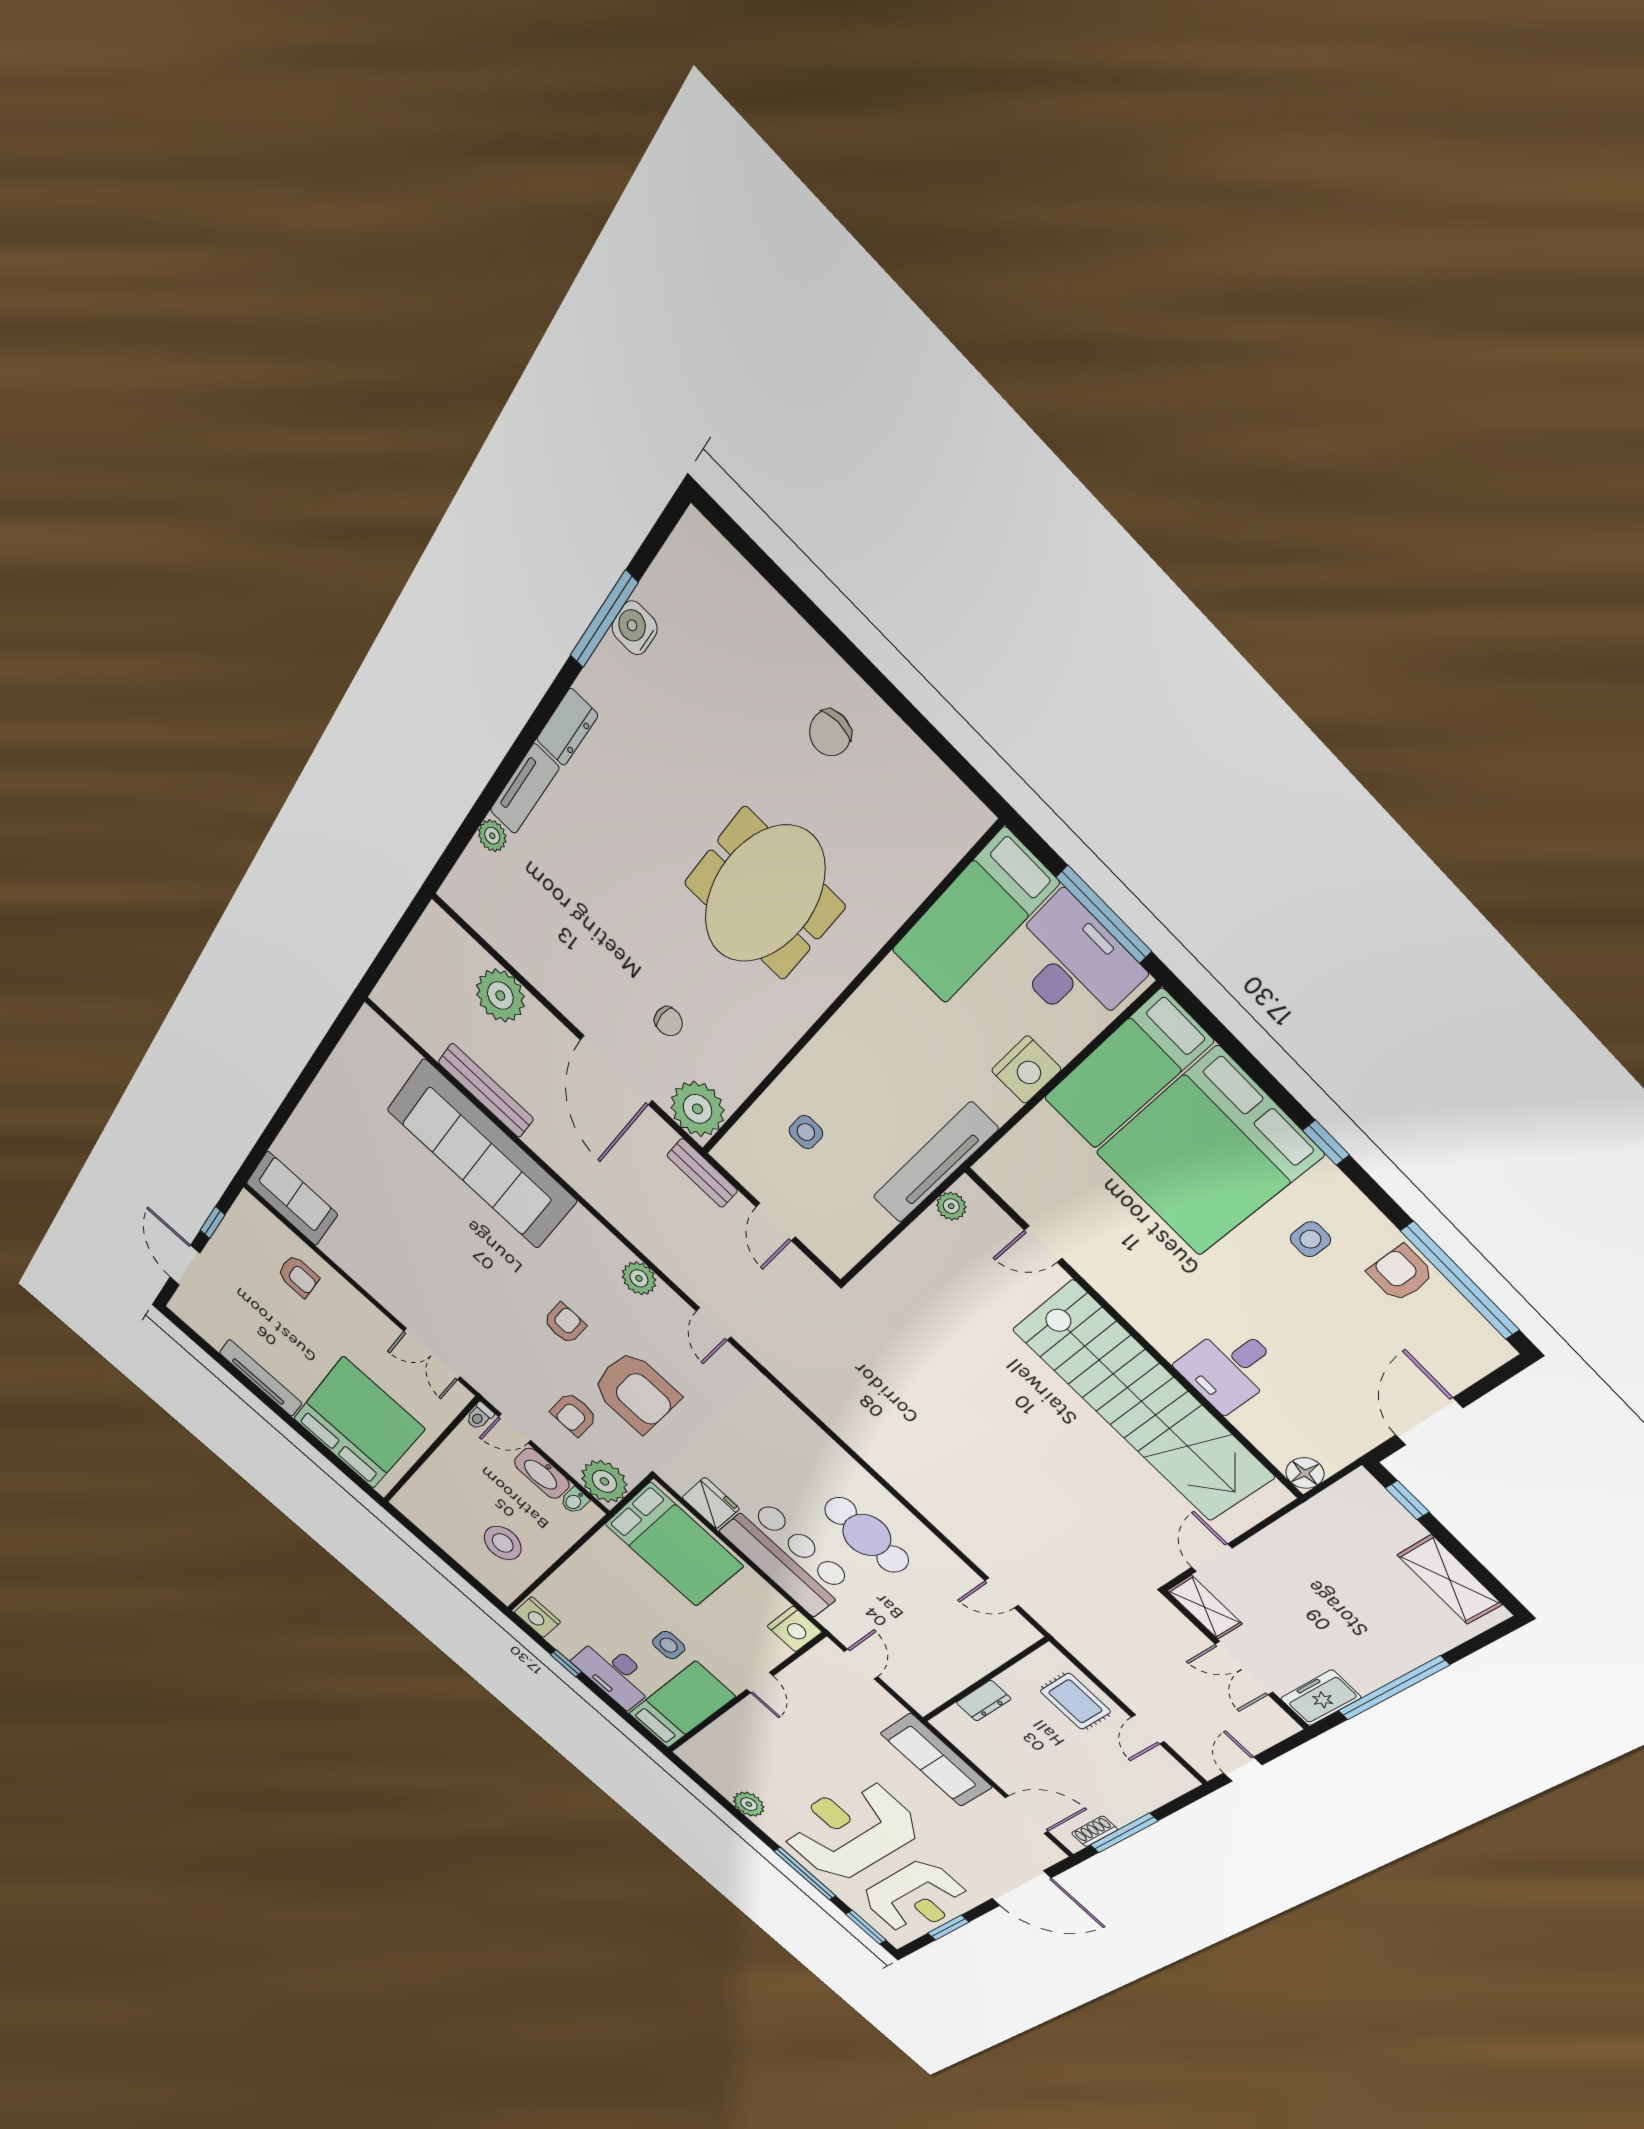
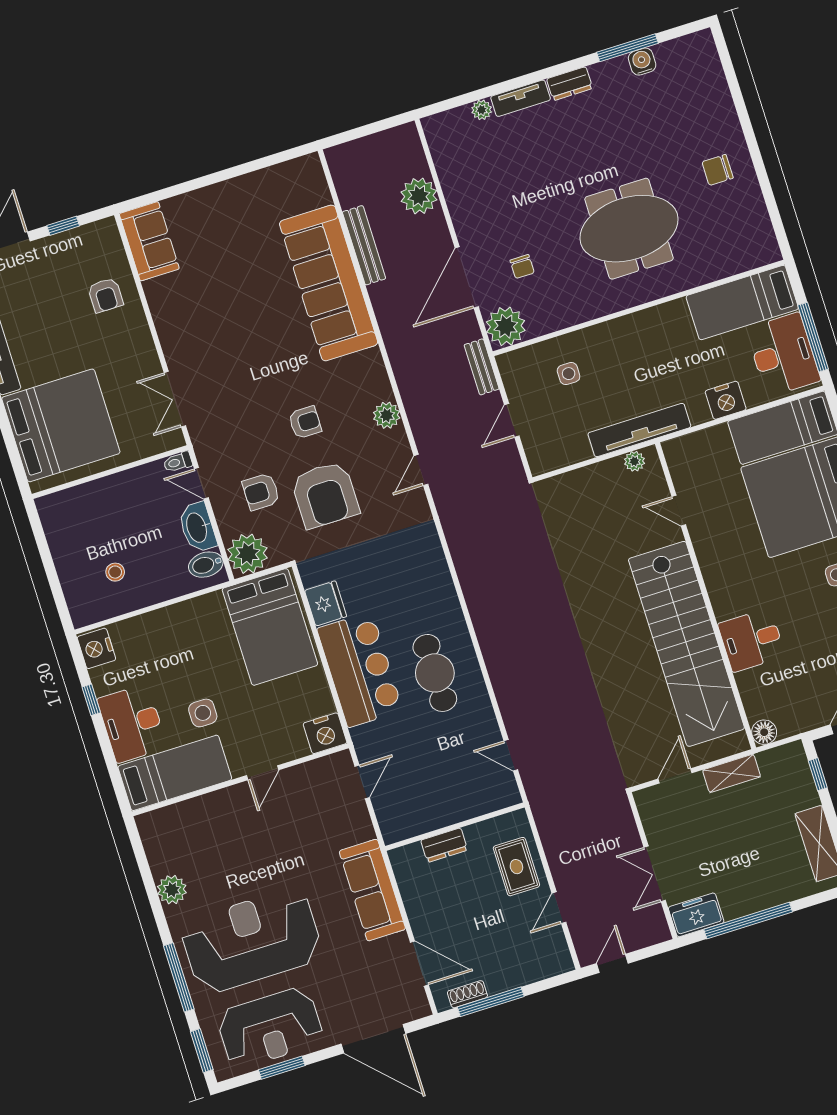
bidet: (574, 1501) -> (206, 565), width x1.38, depth x1.36
stool: (503, 1543) -> (115, 572), width x0.53, depth x0.53
shelving: (1205, 1607) -> (732, 773), moved, turned 90

